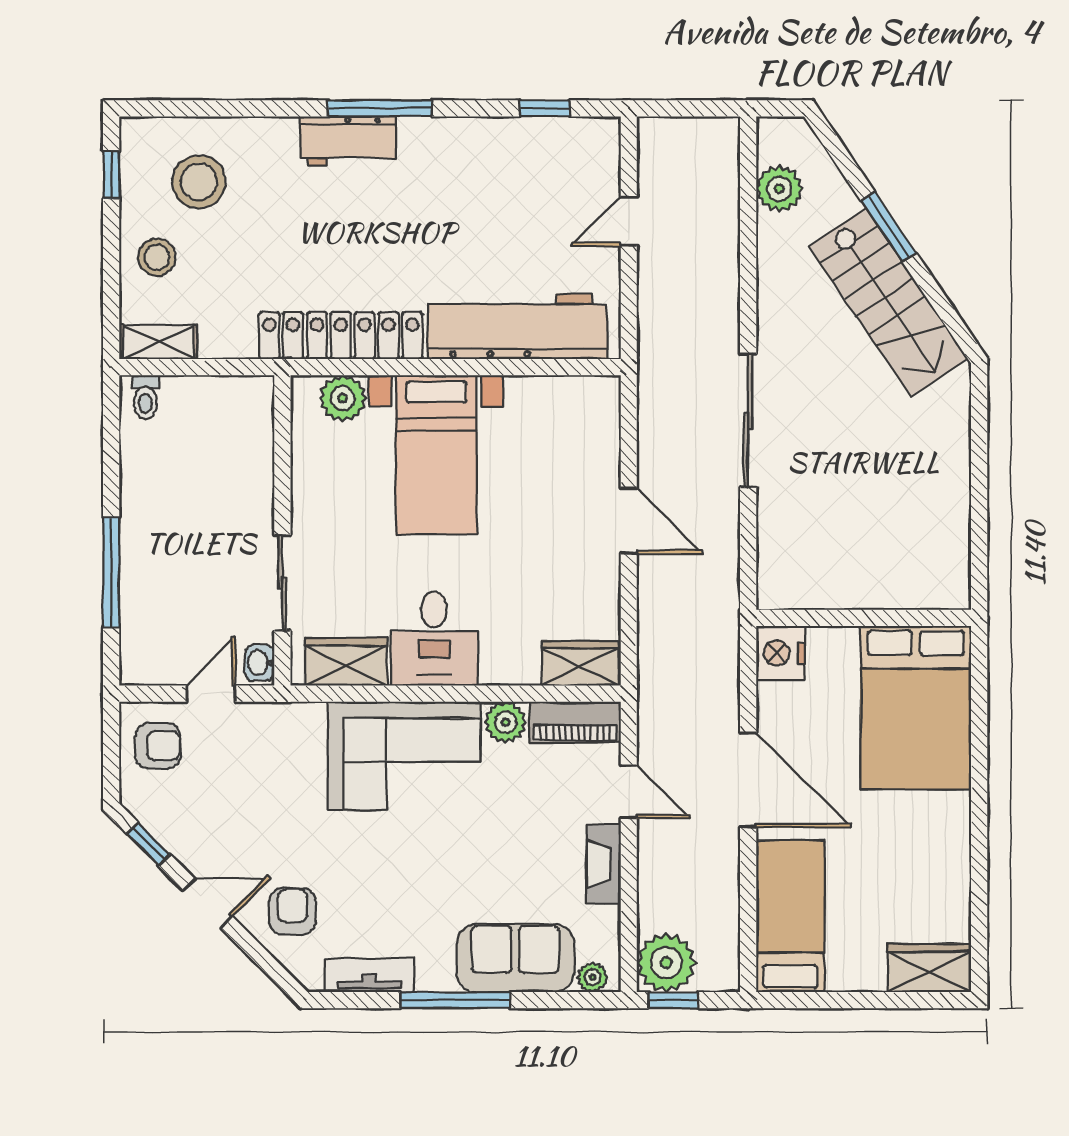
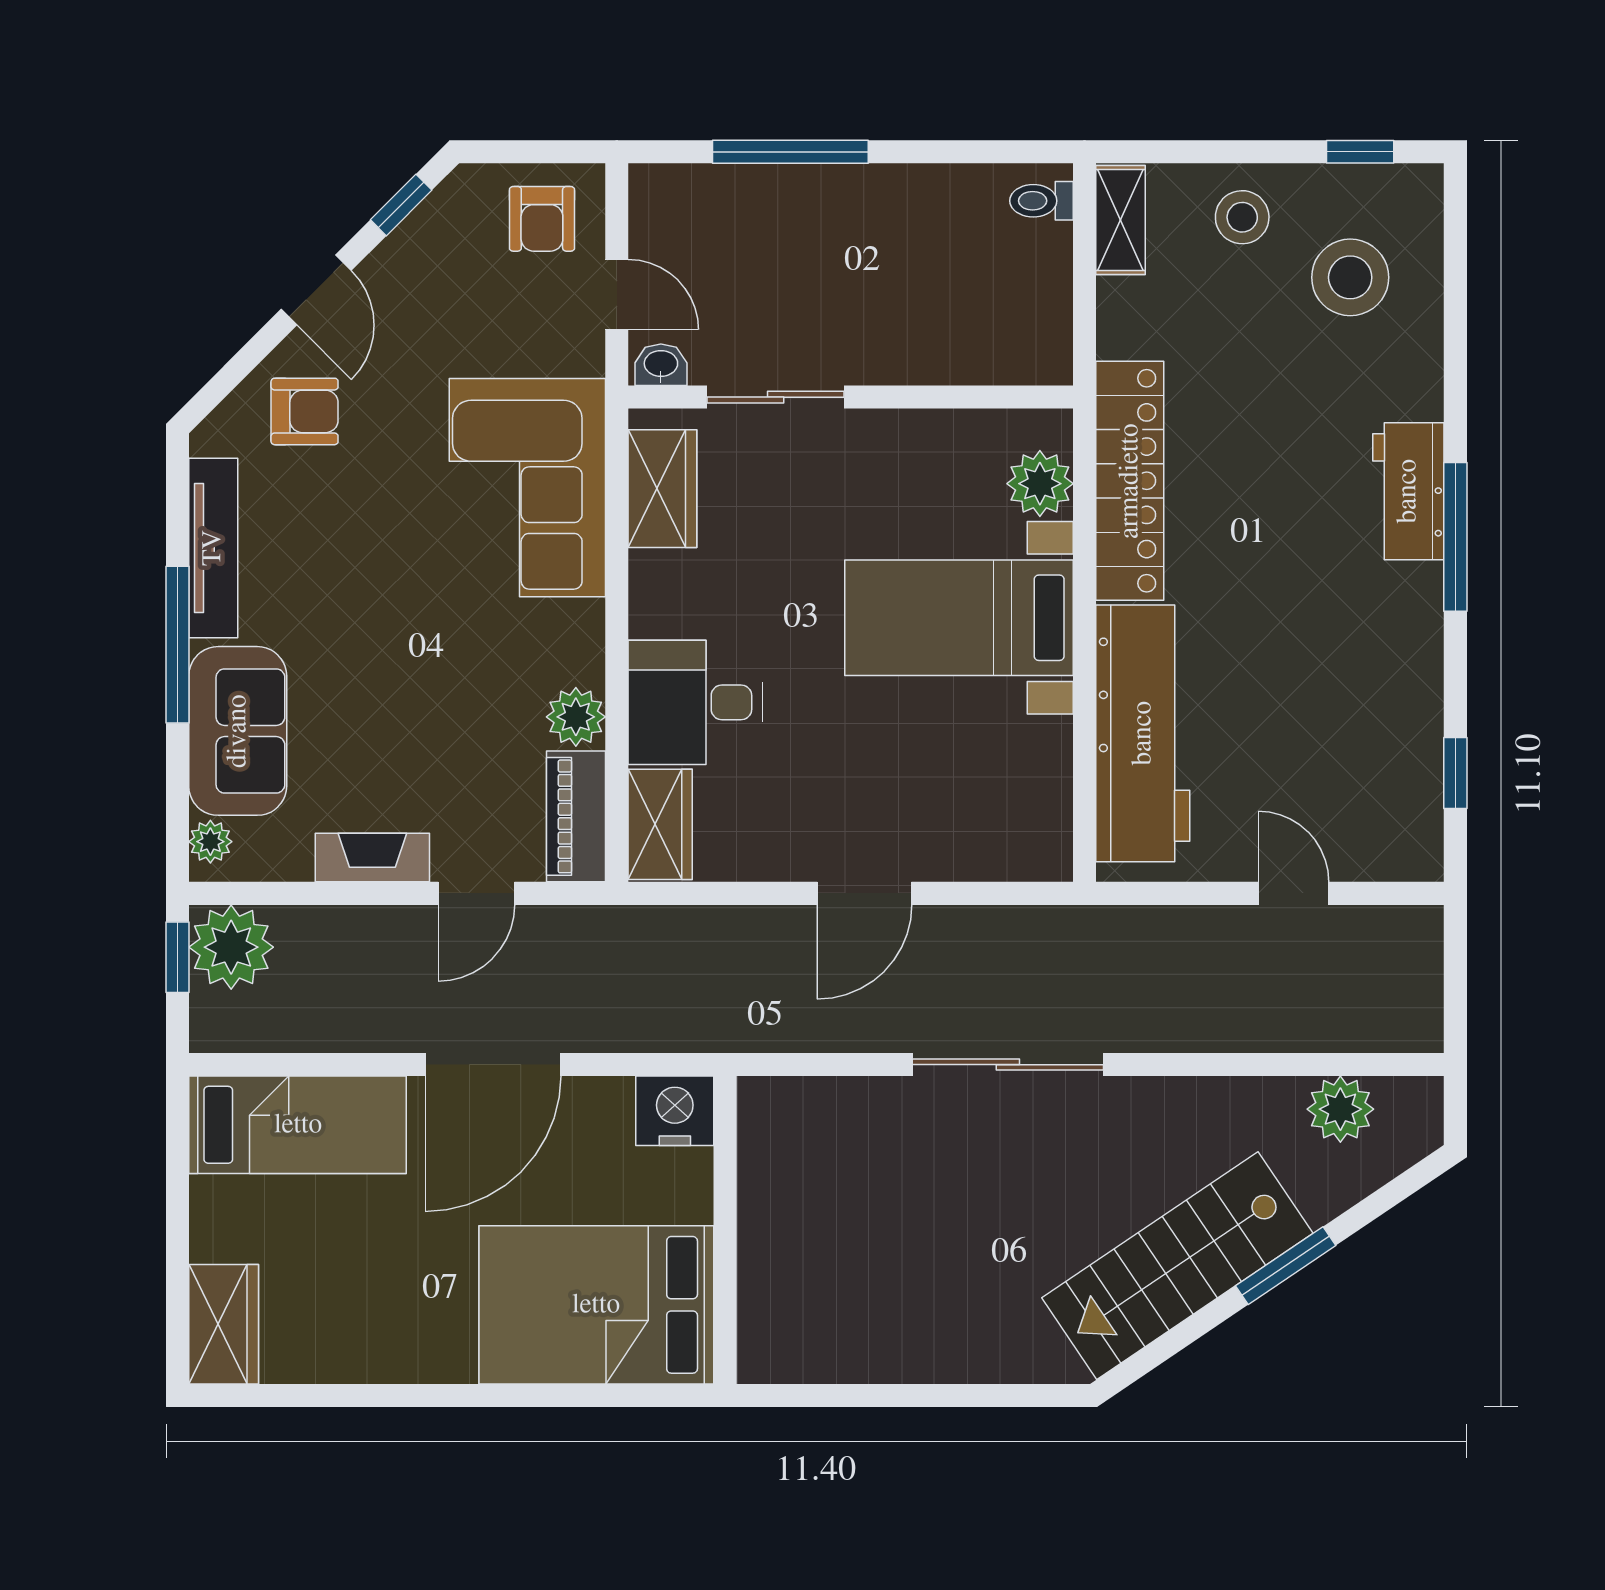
desk: (434, 639) -> (695, 702), moved
corner sofa: (404, 756) -> (527, 488), moved
tv unit: (369, 975) -> (213, 548), width x1.41

